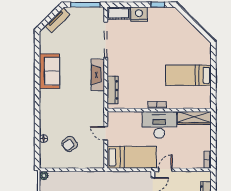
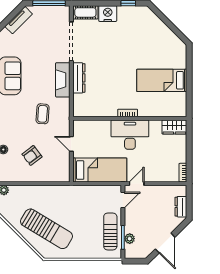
dresser: (113, 90) -> (79, 78), moved
coffee table: (79, 106) -> (43, 114), added
wardrobe: (194, 118) -> (174, 127), width x0.67

